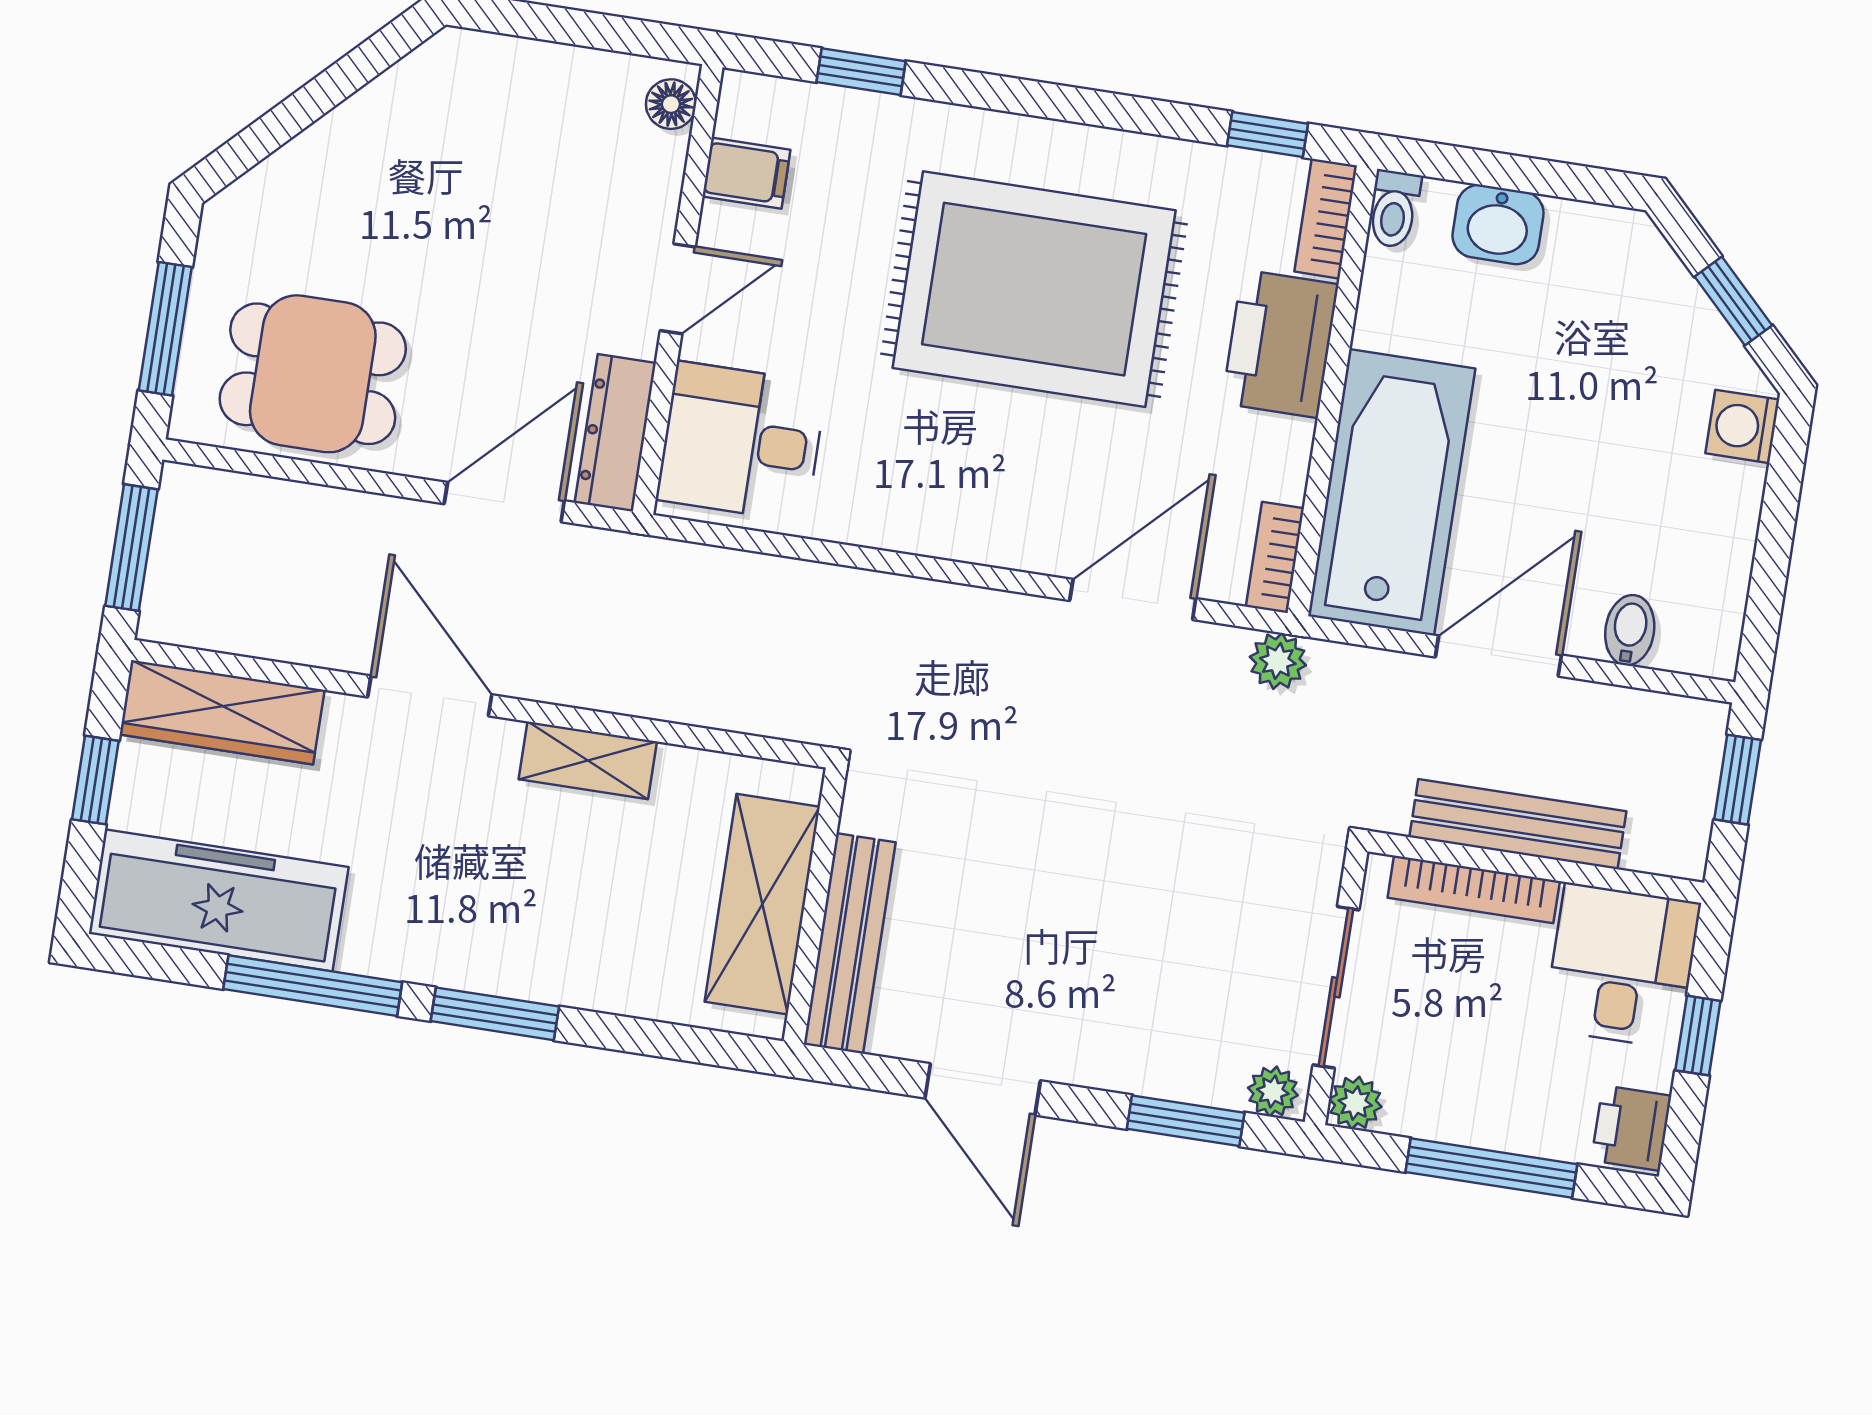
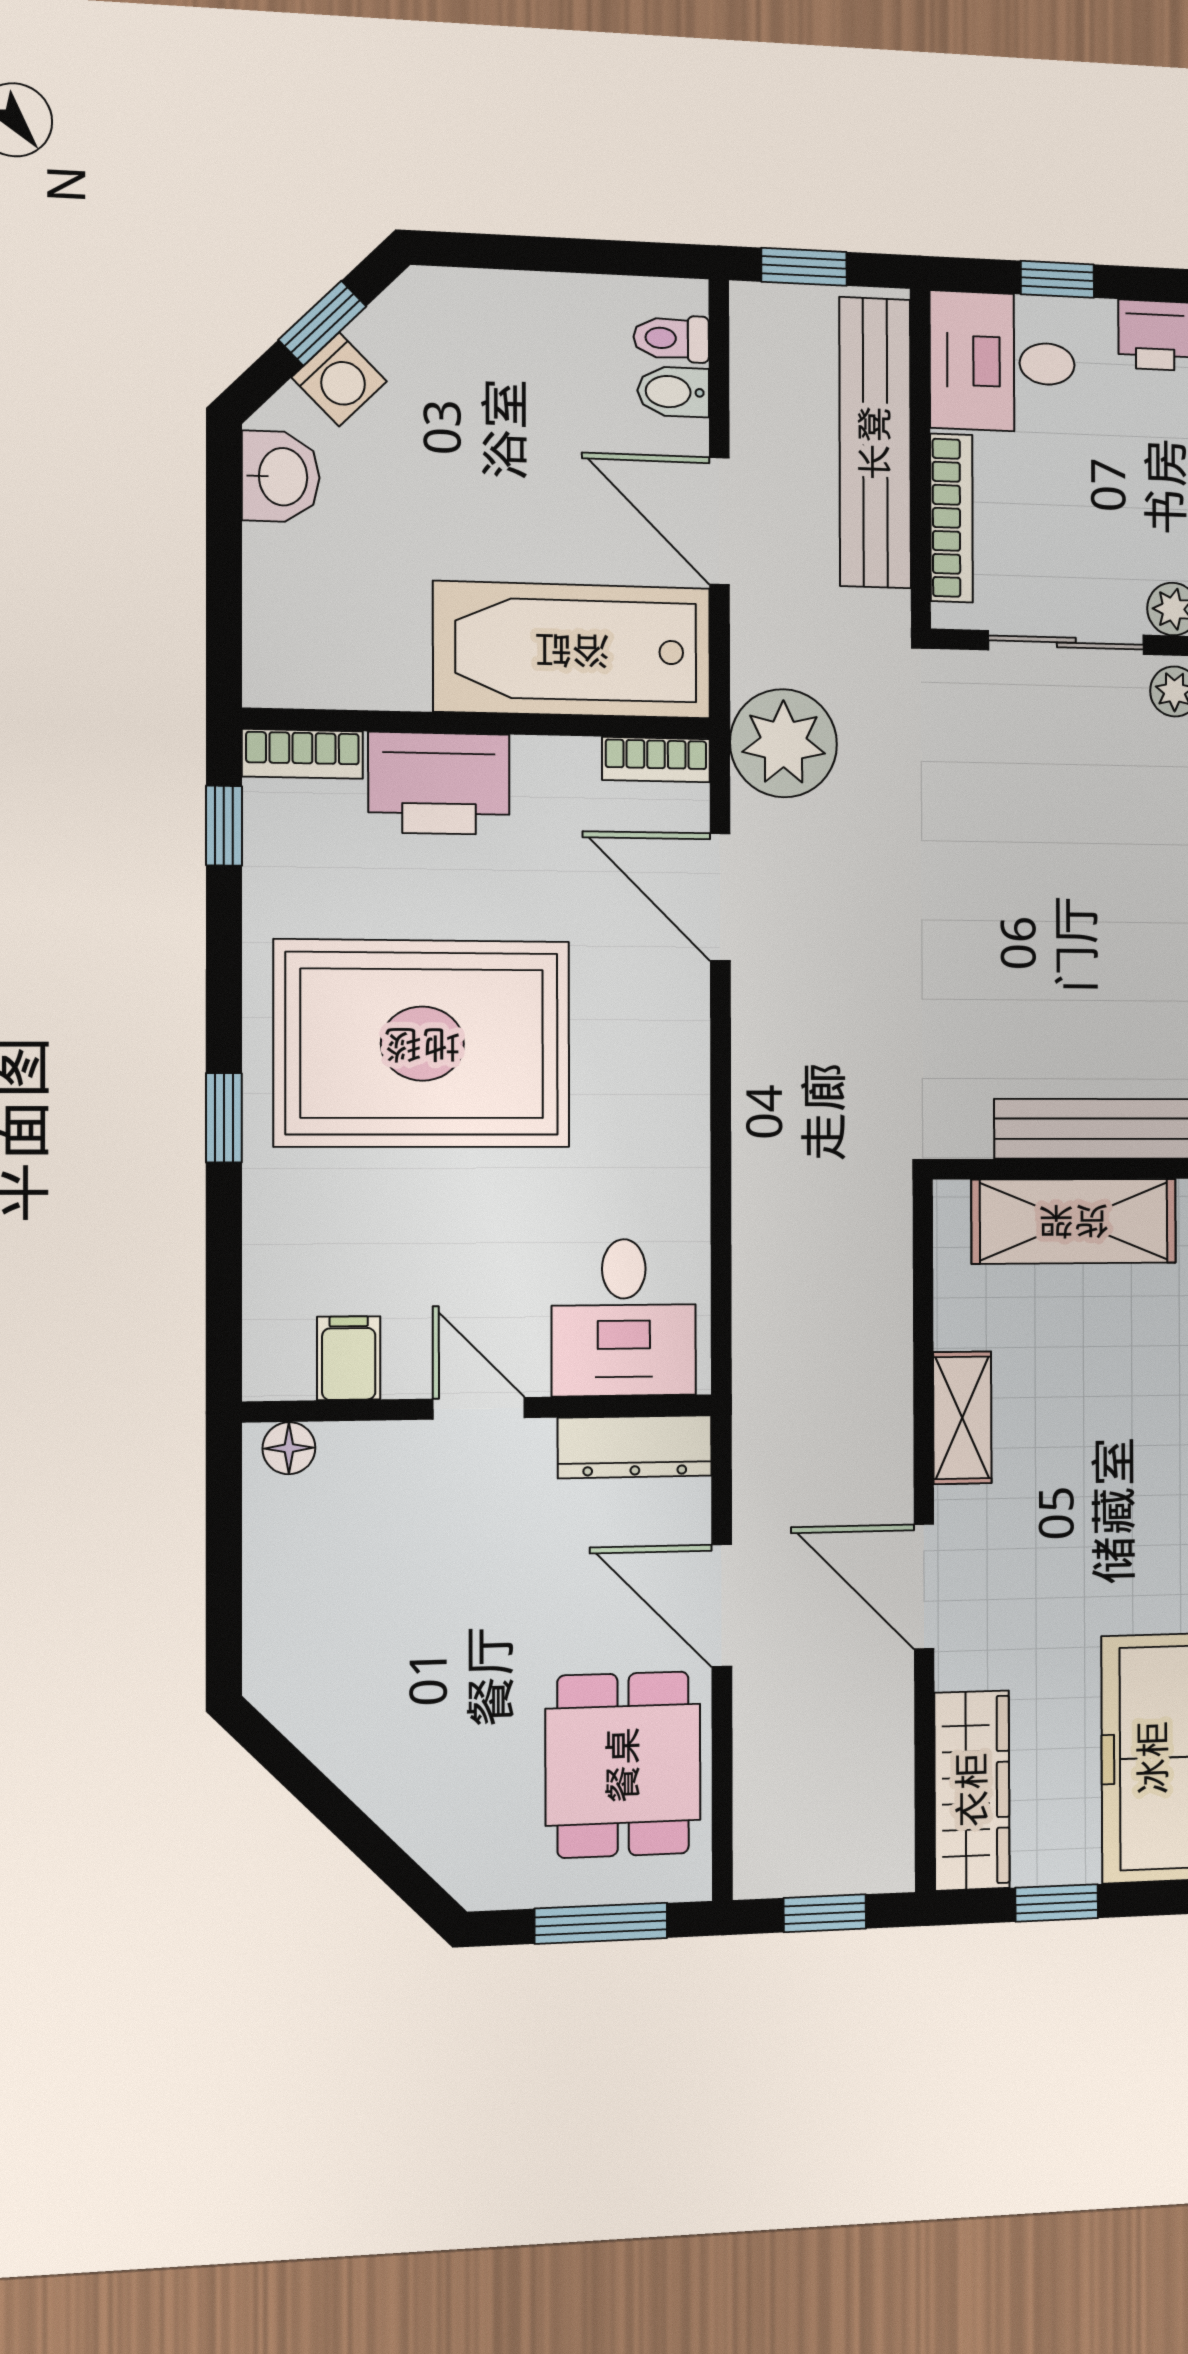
window: (861, 72) -> (224, 1118), moved
toilet: (1394, 209) -> (671, 338), moved, turned 180
washbasin: (1498, 224) -> (281, 477), moved
rug: (1034, 289) -> (422, 1044), turned 90
washing machine: (1742, 426) -> (339, 379), moved, turned -45
door: (504, 502) -> (722, 1606), moved
window: (131, 548) -> (825, 1913), width x0.67
plant: (1278, 661) -> (784, 743), width x1.88, depth x1.88
door: (430, 696) -> (924, 1587), hinge flipped
bench: (1518, 824) -> (875, 443), width x1.37, depth x1.21

